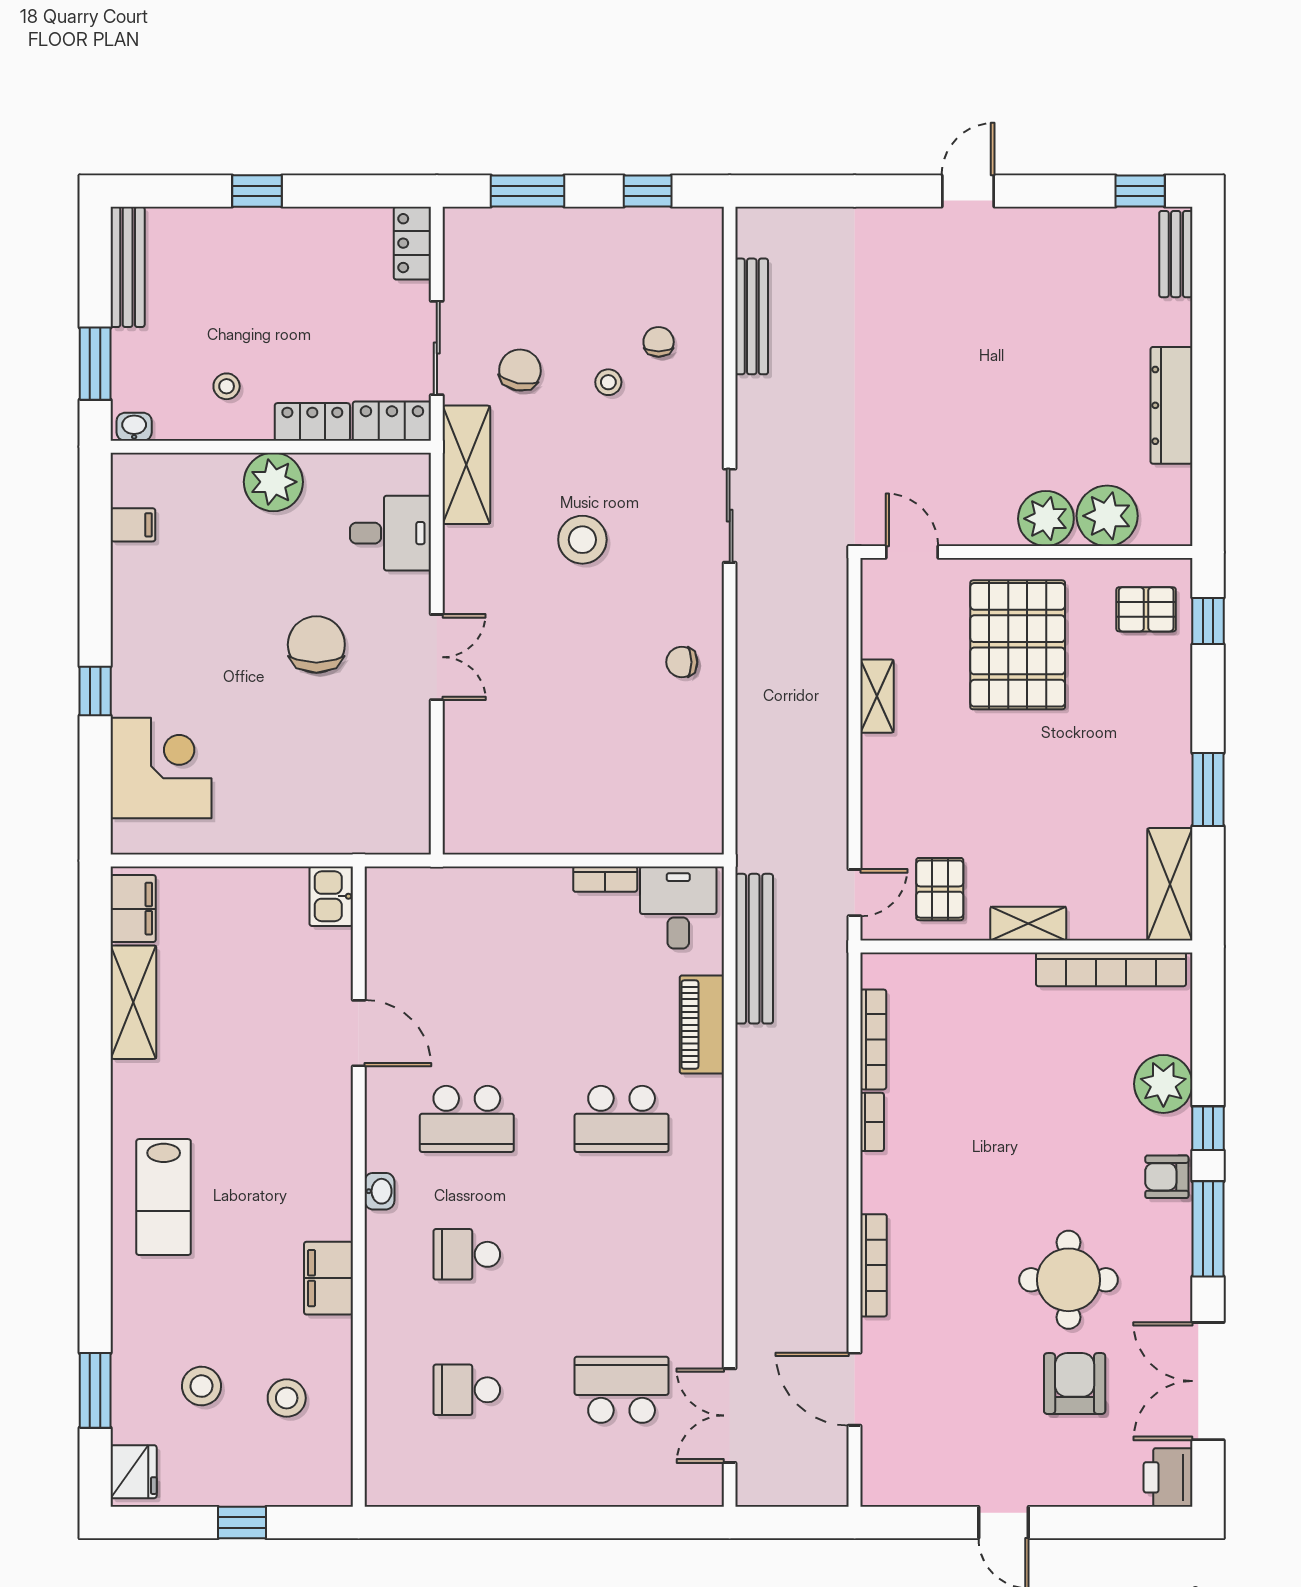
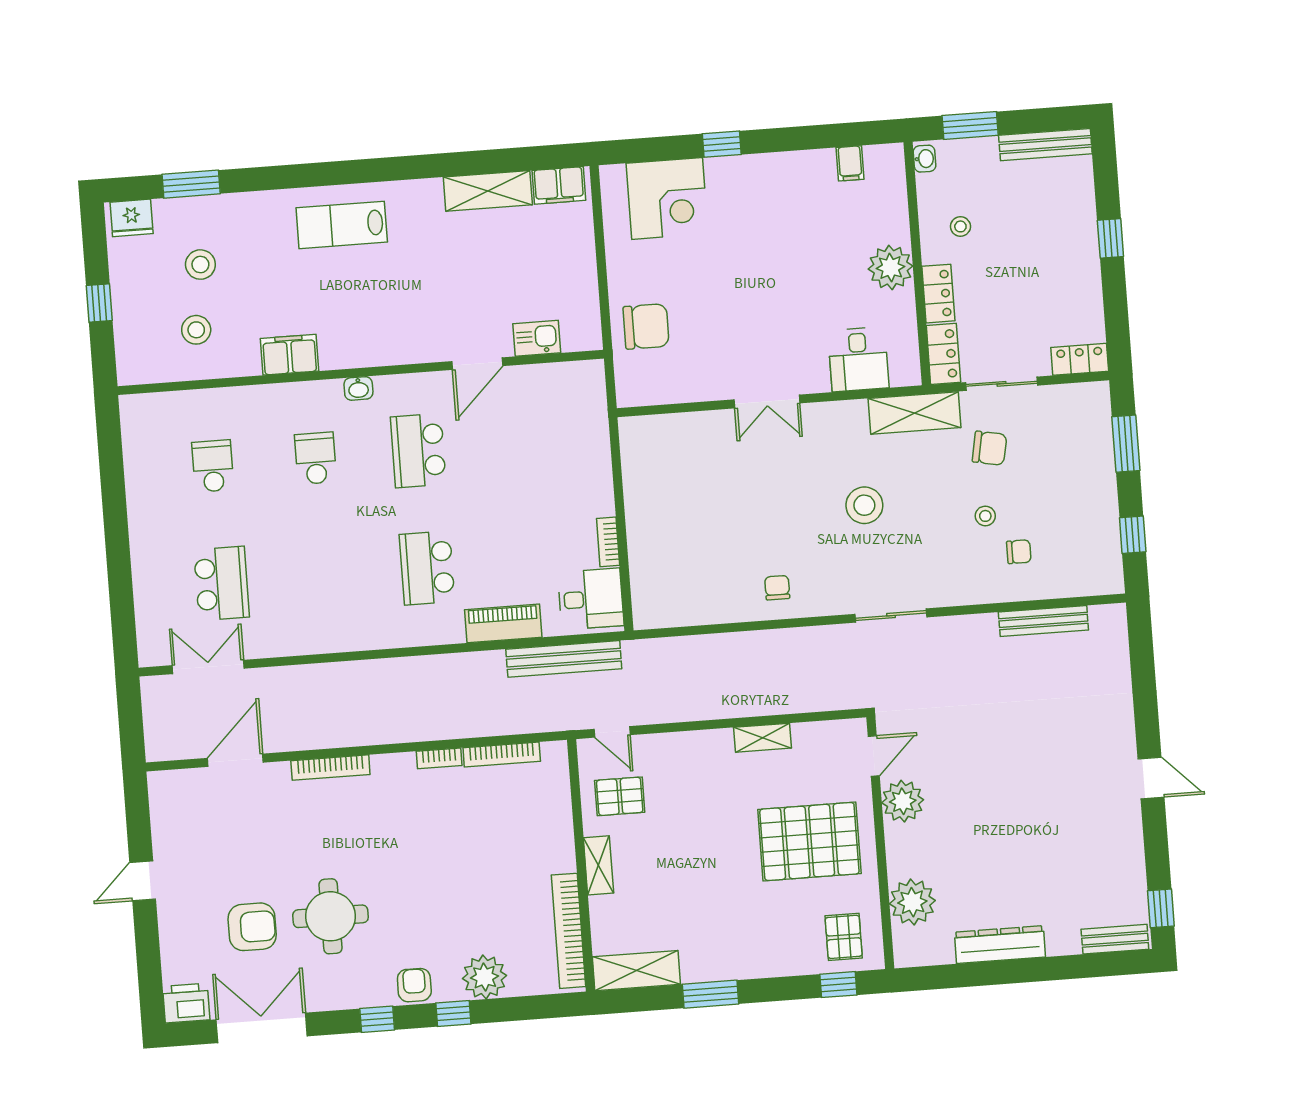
plant: (1046, 519) -> (903, 801), moved
chair: (316, 645) -> (646, 326), moved
kitchen sink: (331, 896) -> (537, 338), moved
window: (1208, 1229) -> (377, 1019), width x0.46

